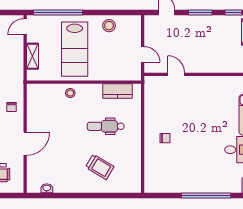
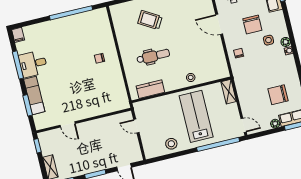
door: (25, 27) -> (244, 125), hinge flipped
shelving: (32, 56) -> (229, 92), moved
door: (176, 74) -> (68, 124), moved
door: (25, 144) -> (219, 24), hinge flipped
window: (206, 195) -> (71, 13), moved

